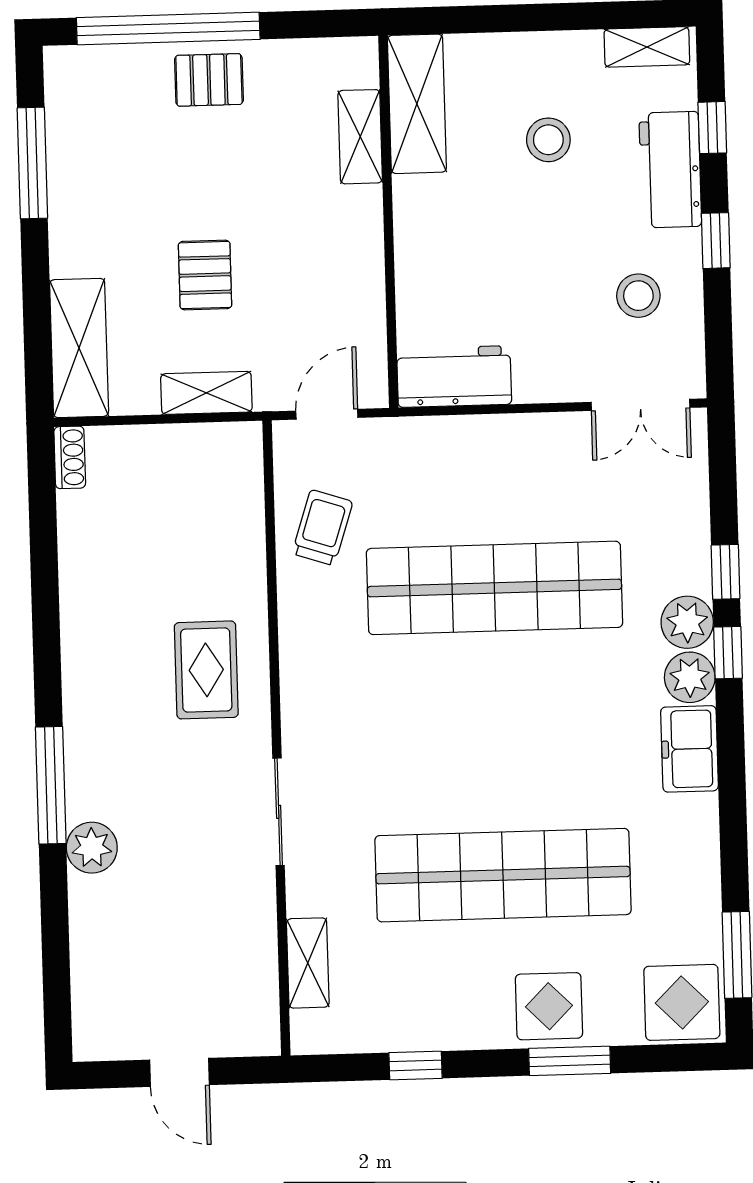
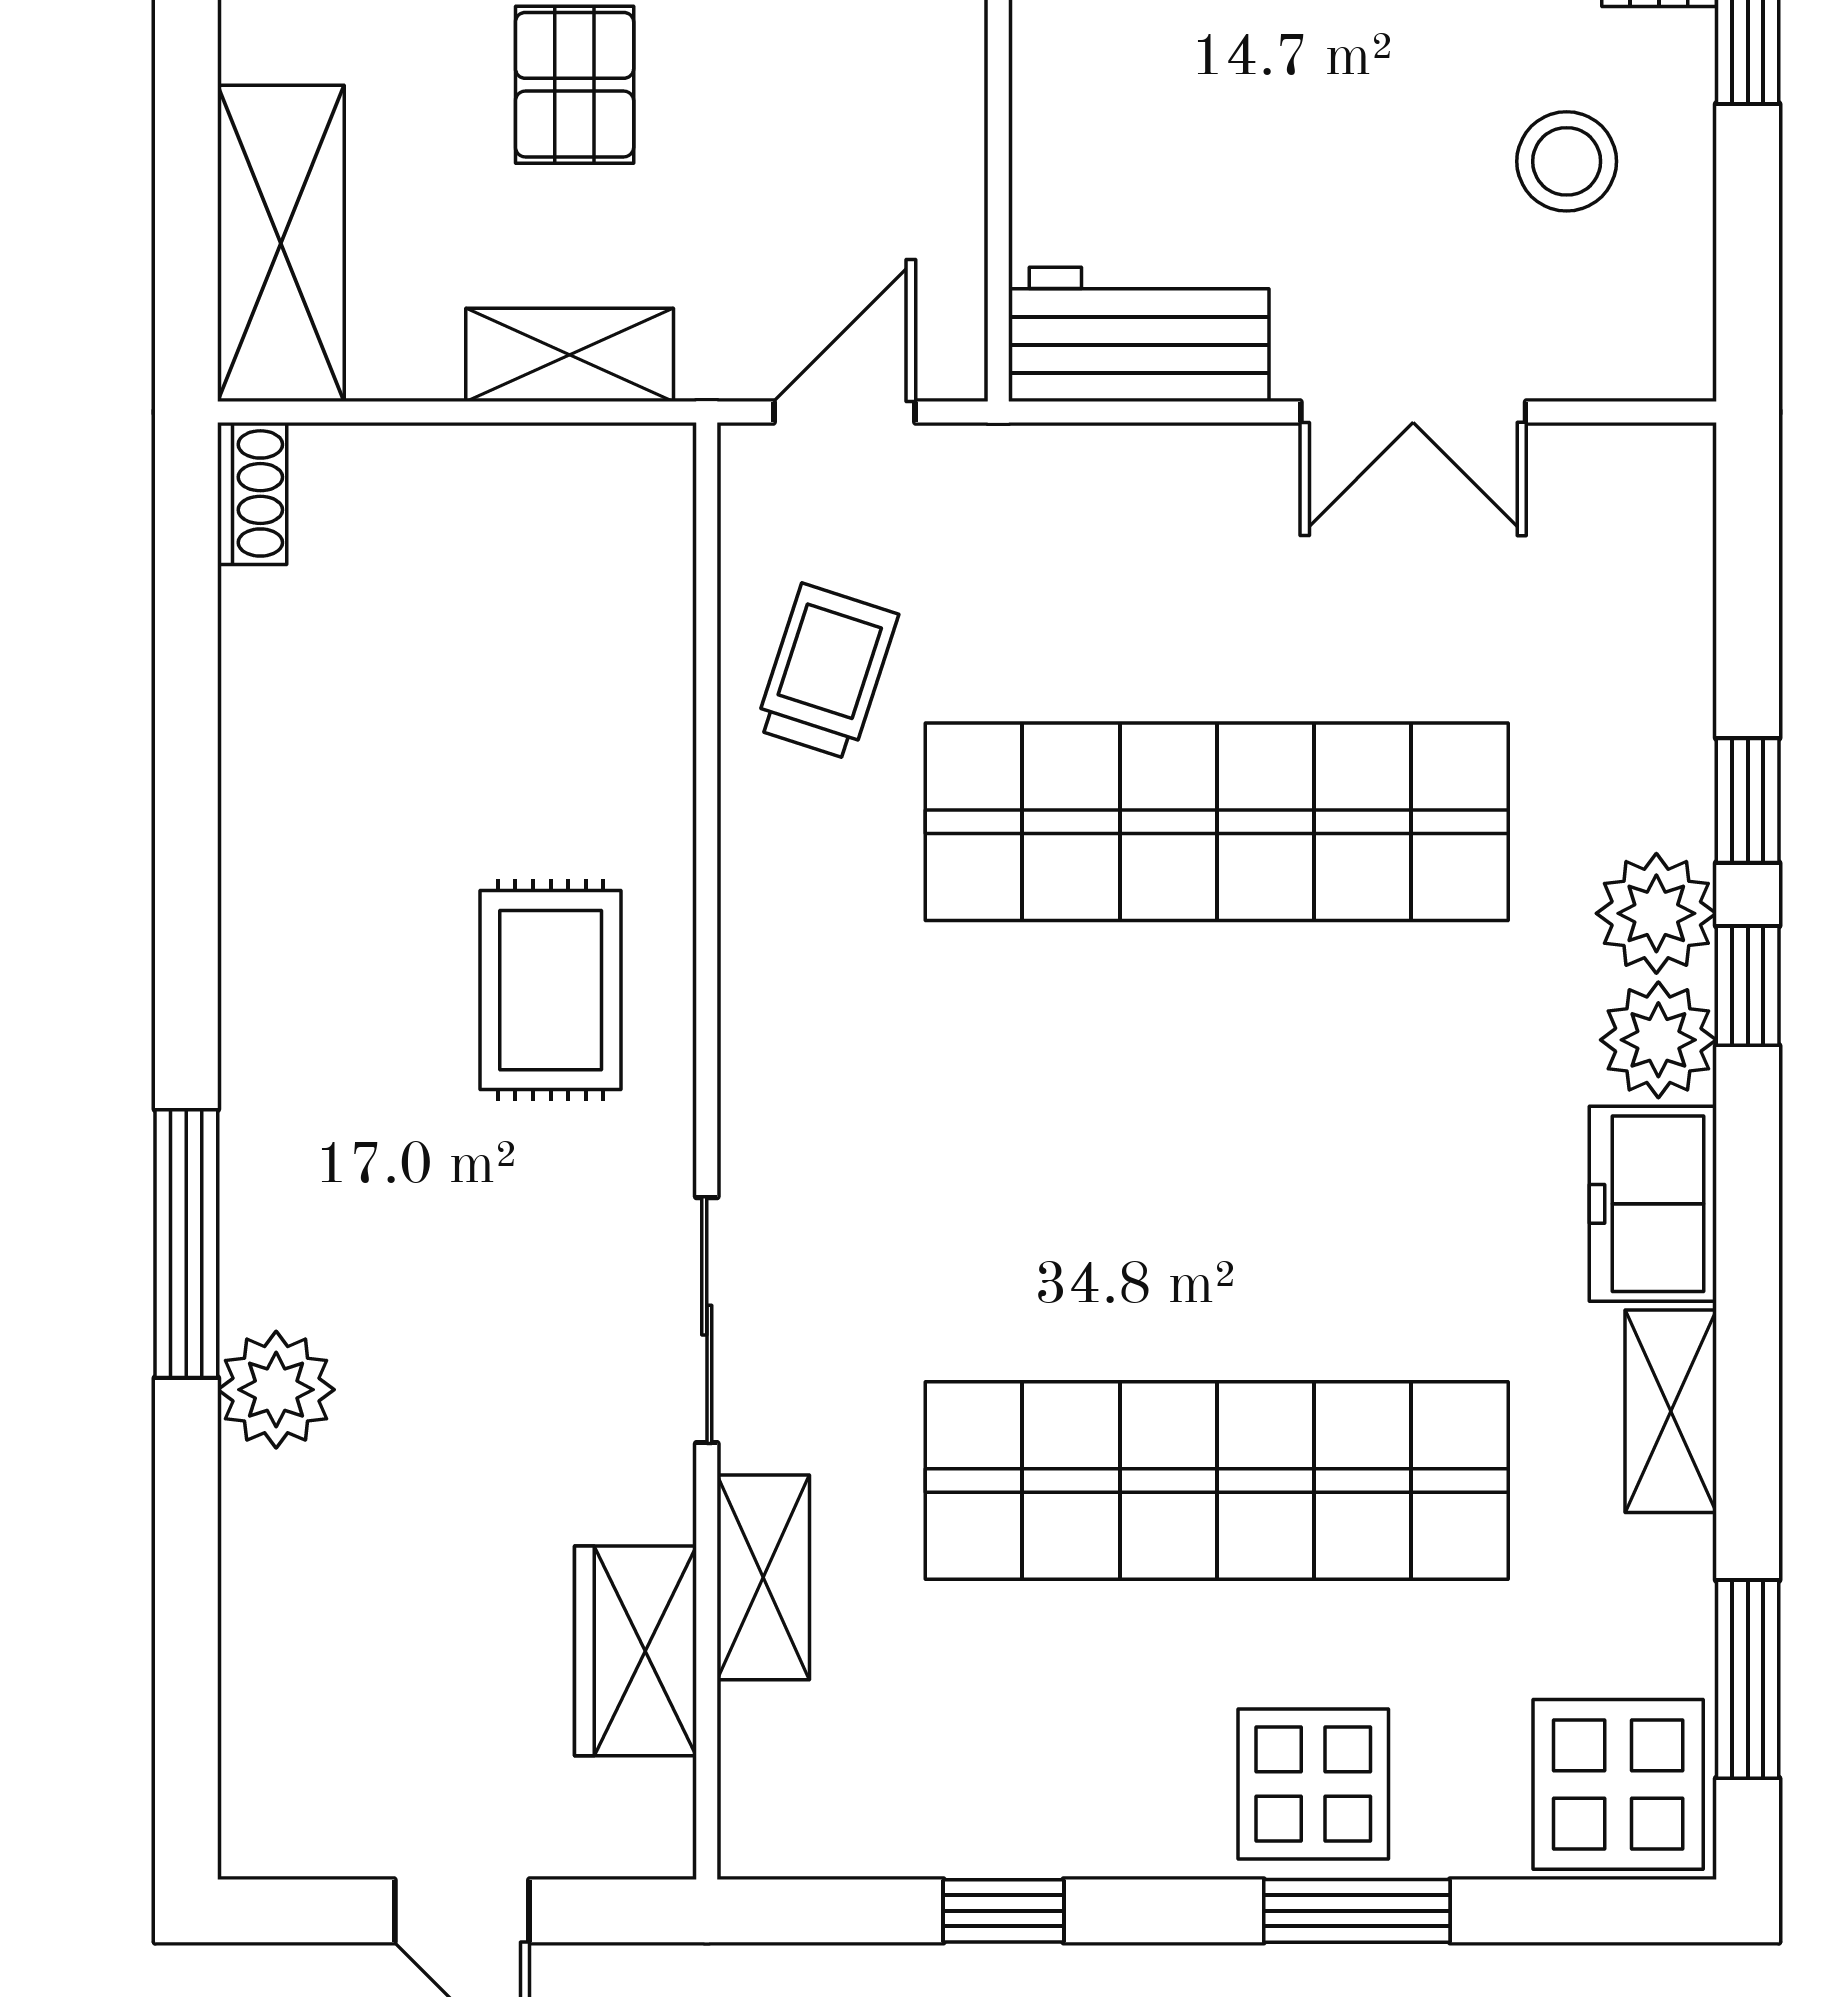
double door: (640, 405) -> (1413, 412), moved
shelving: (700, 839) -> (1671, 1411), added
wardrobe: (252, 957) -> (635, 1651), added
shelving: (308, 963) -> (763, 1577), moved

